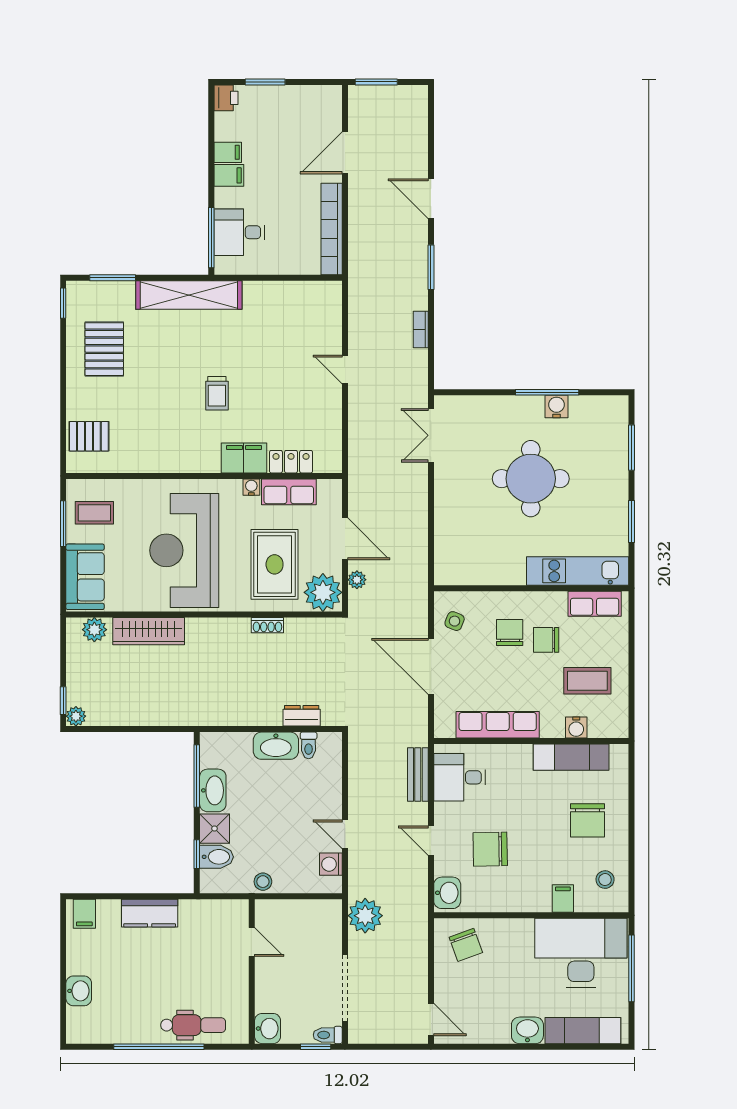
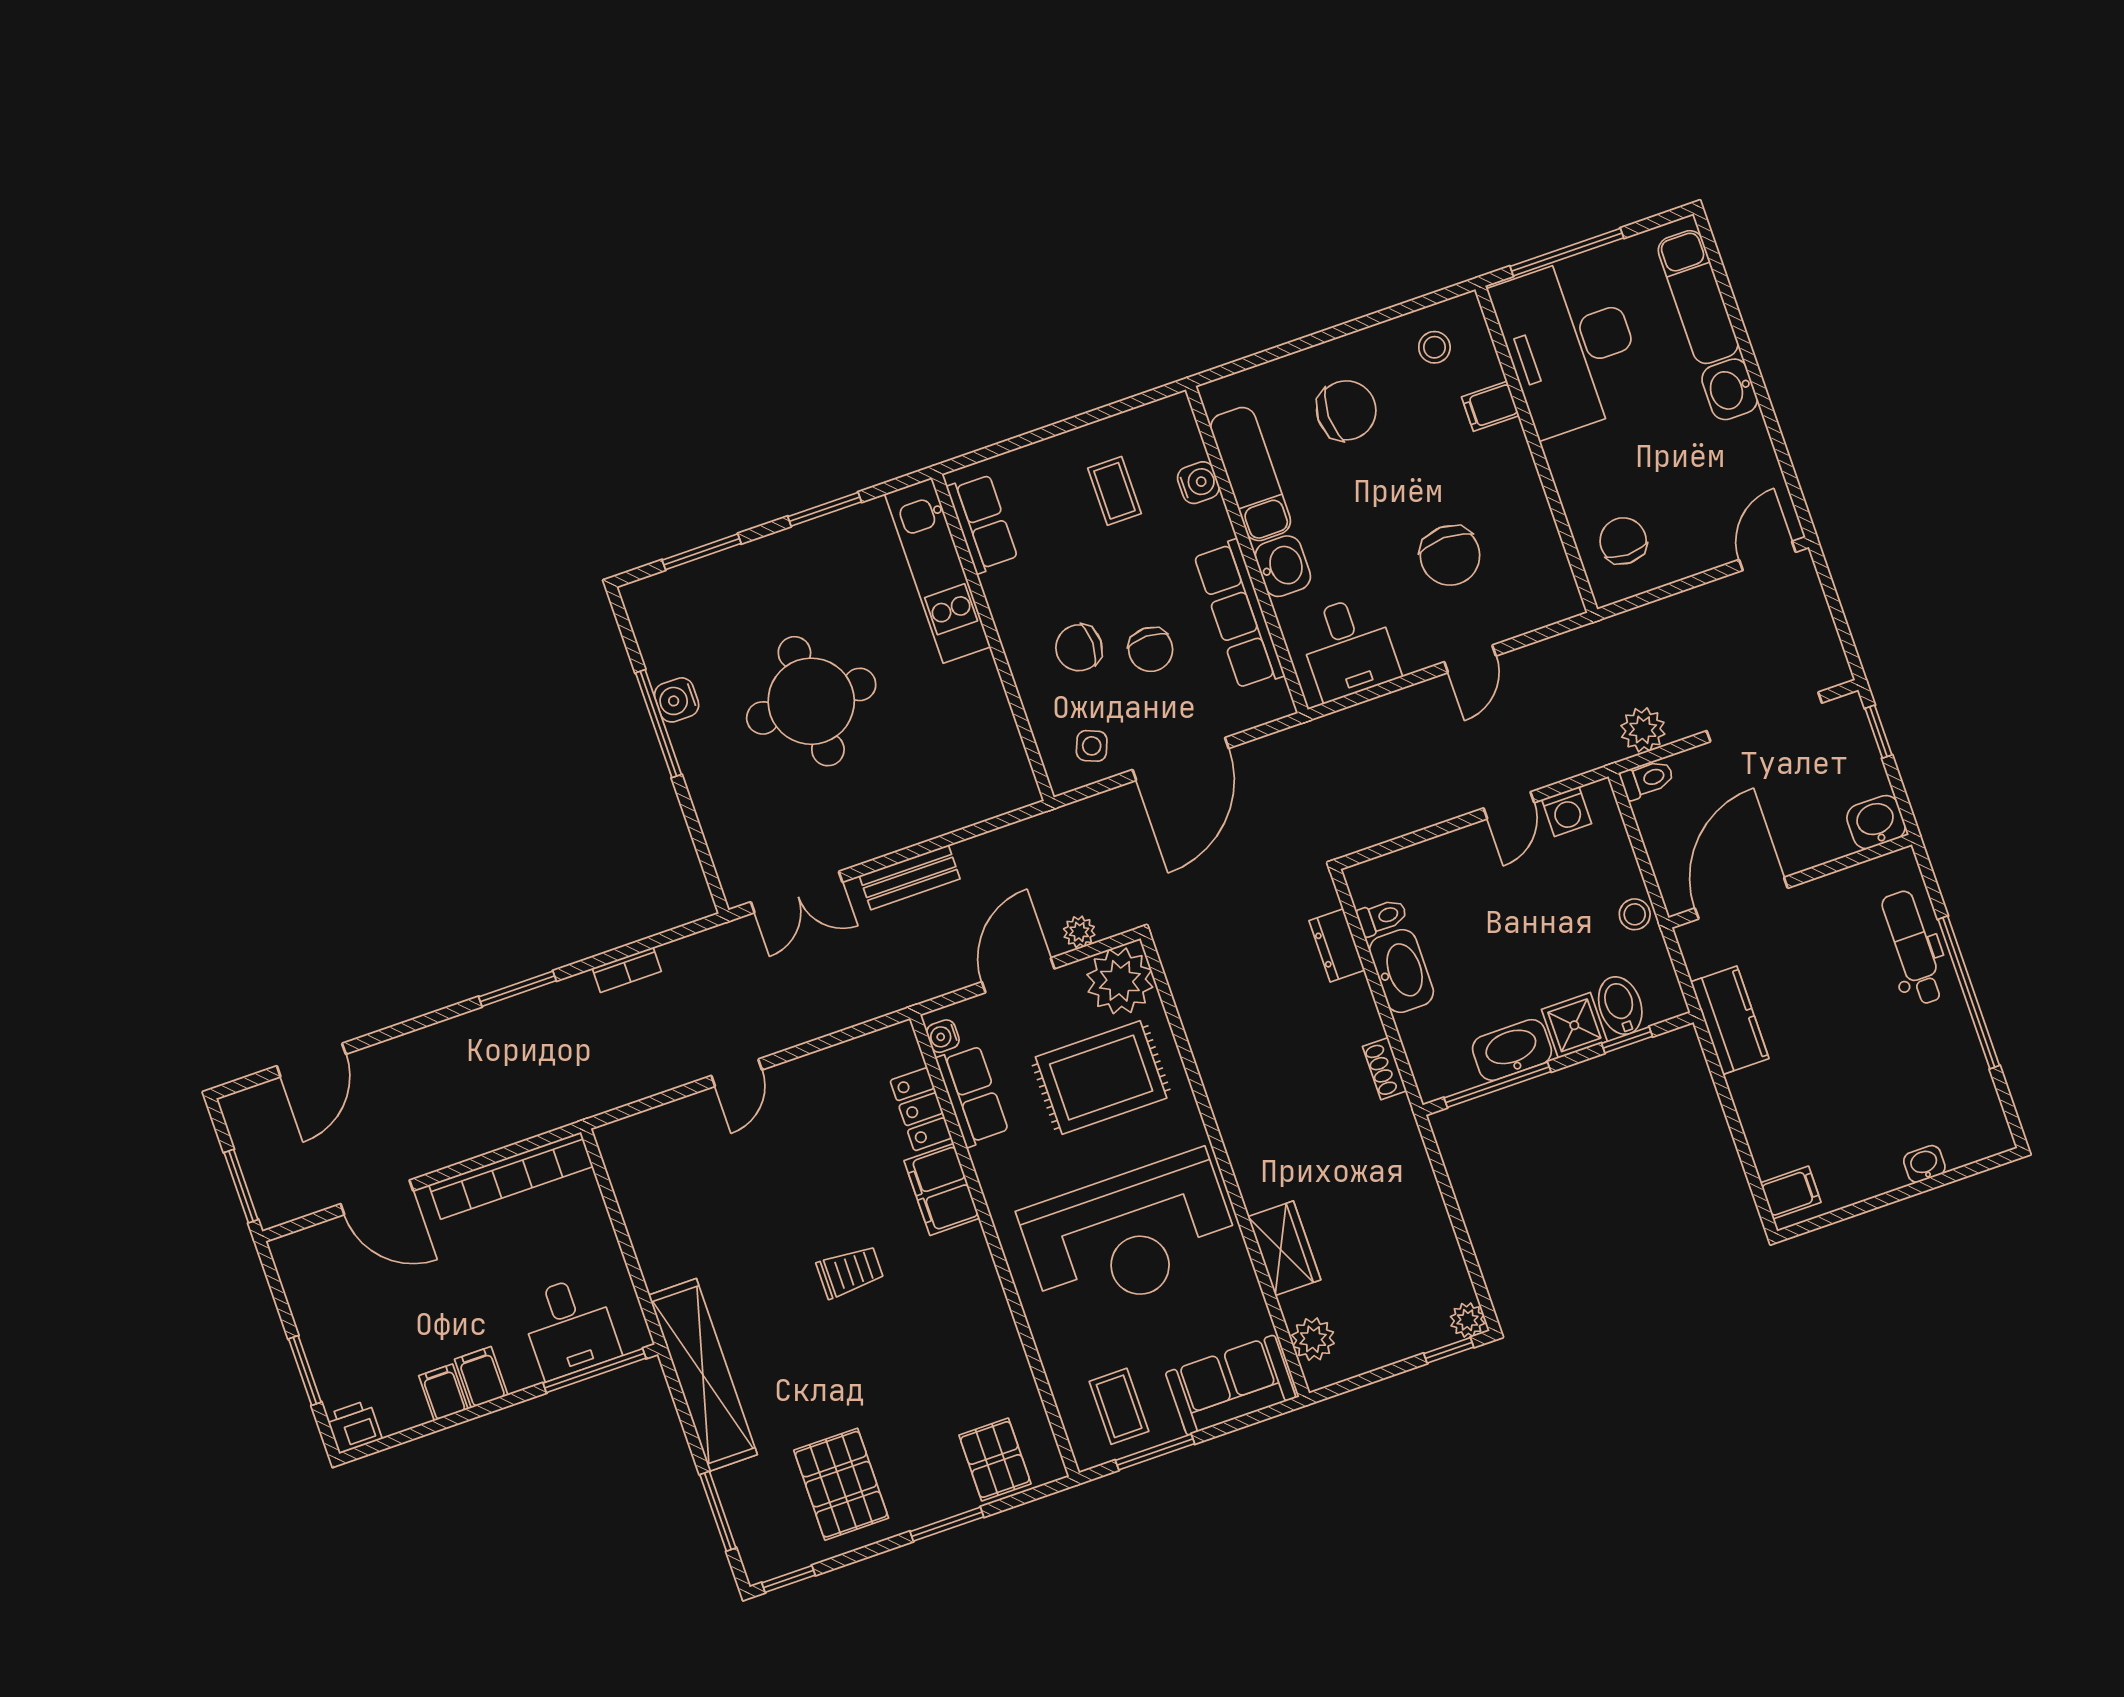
door: (431, 199) -> (311, 1060), moved
pallet: (104, 349) -> (841, 1484), turned 90
window: (63, 398) -> (947, 1524), added
water cooler: (251, 487) -> (943, 1036), moved
shoe rack: (267, 625) -> (1384, 1069), moved, turned 180
wardrobe: (149, 631) -> (1284, 1248), width x0.67
chair: (546, 640) -> (1151, 649), moved
coffee table: (587, 681) -> (1114, 491), width x0.73, depth x0.77
bench: (418, 775) -> (910, 877), moved
washbasin: (447, 893) -> (1283, 566), moved, turned 90
kitchen counter: (150, 913) -> (1730, 1020), moved
plant: (365, 916) -> (1643, 730), width x0.73, depth x0.73
door: (252, 942) -> (1741, 898), width x1.88
chair: (466, 945) -> (1623, 541), turned -70
washbasin: (79, 991) -> (1924, 1164), width x0.72, depth x0.69
toilet: (328, 1035) -> (1647, 779), moved, turned -90

